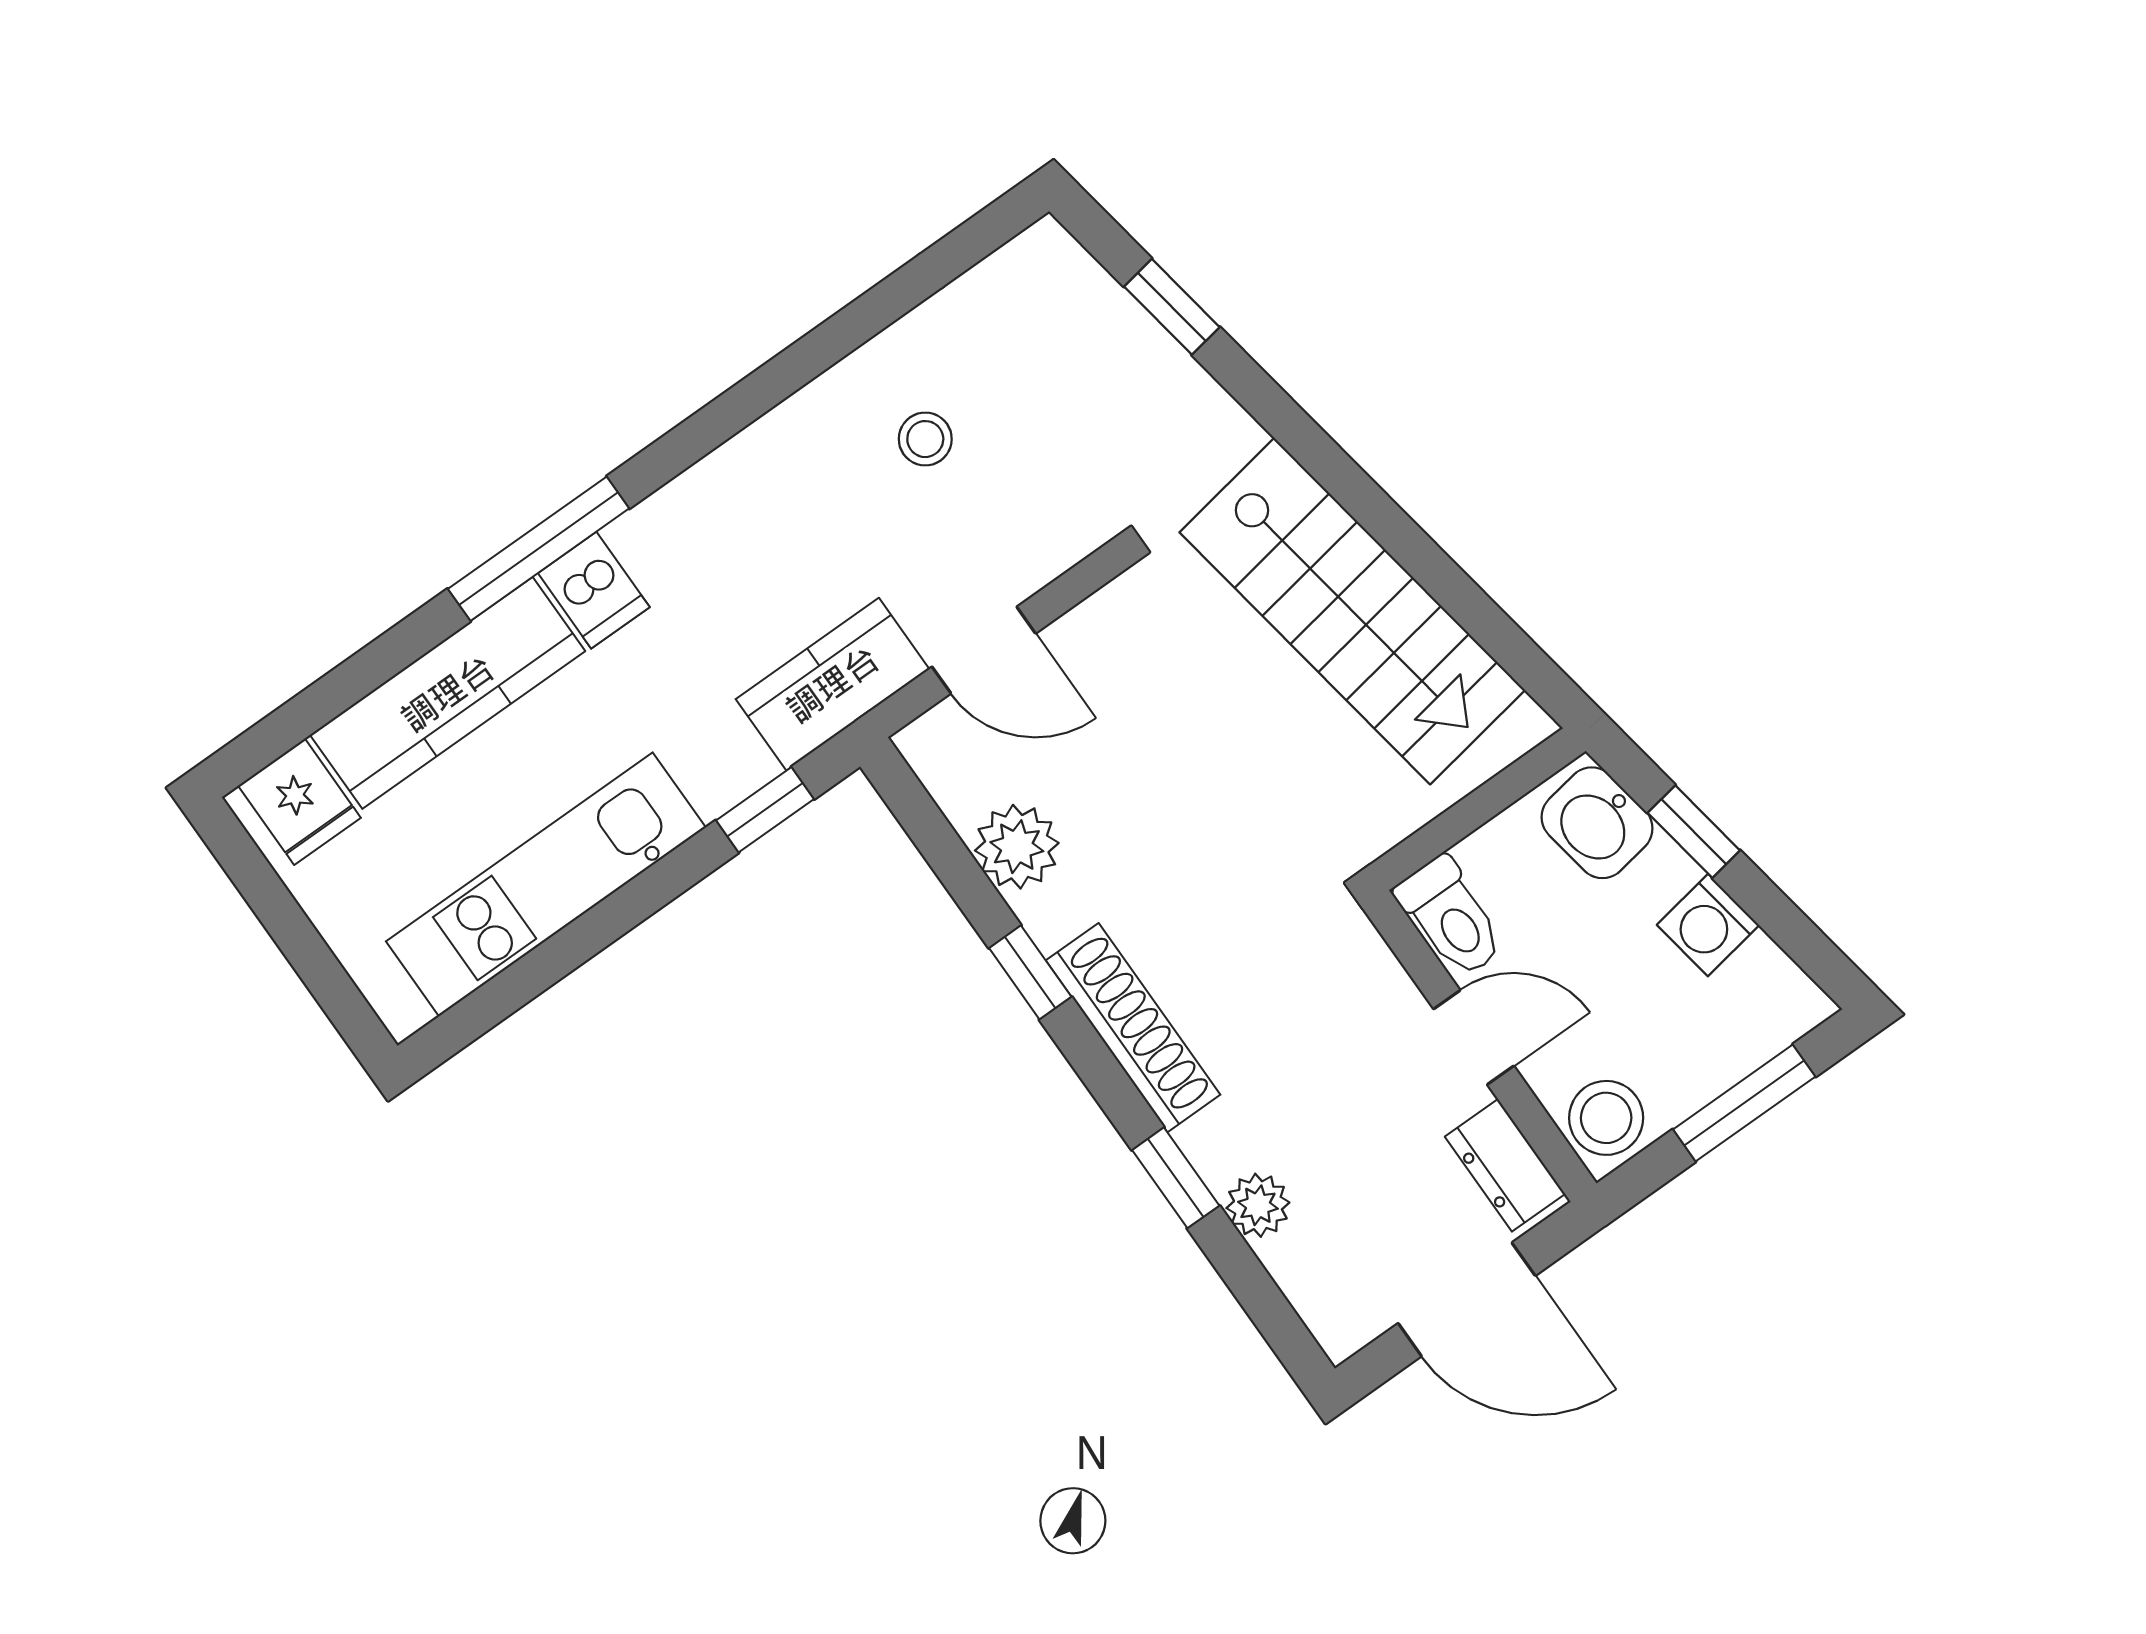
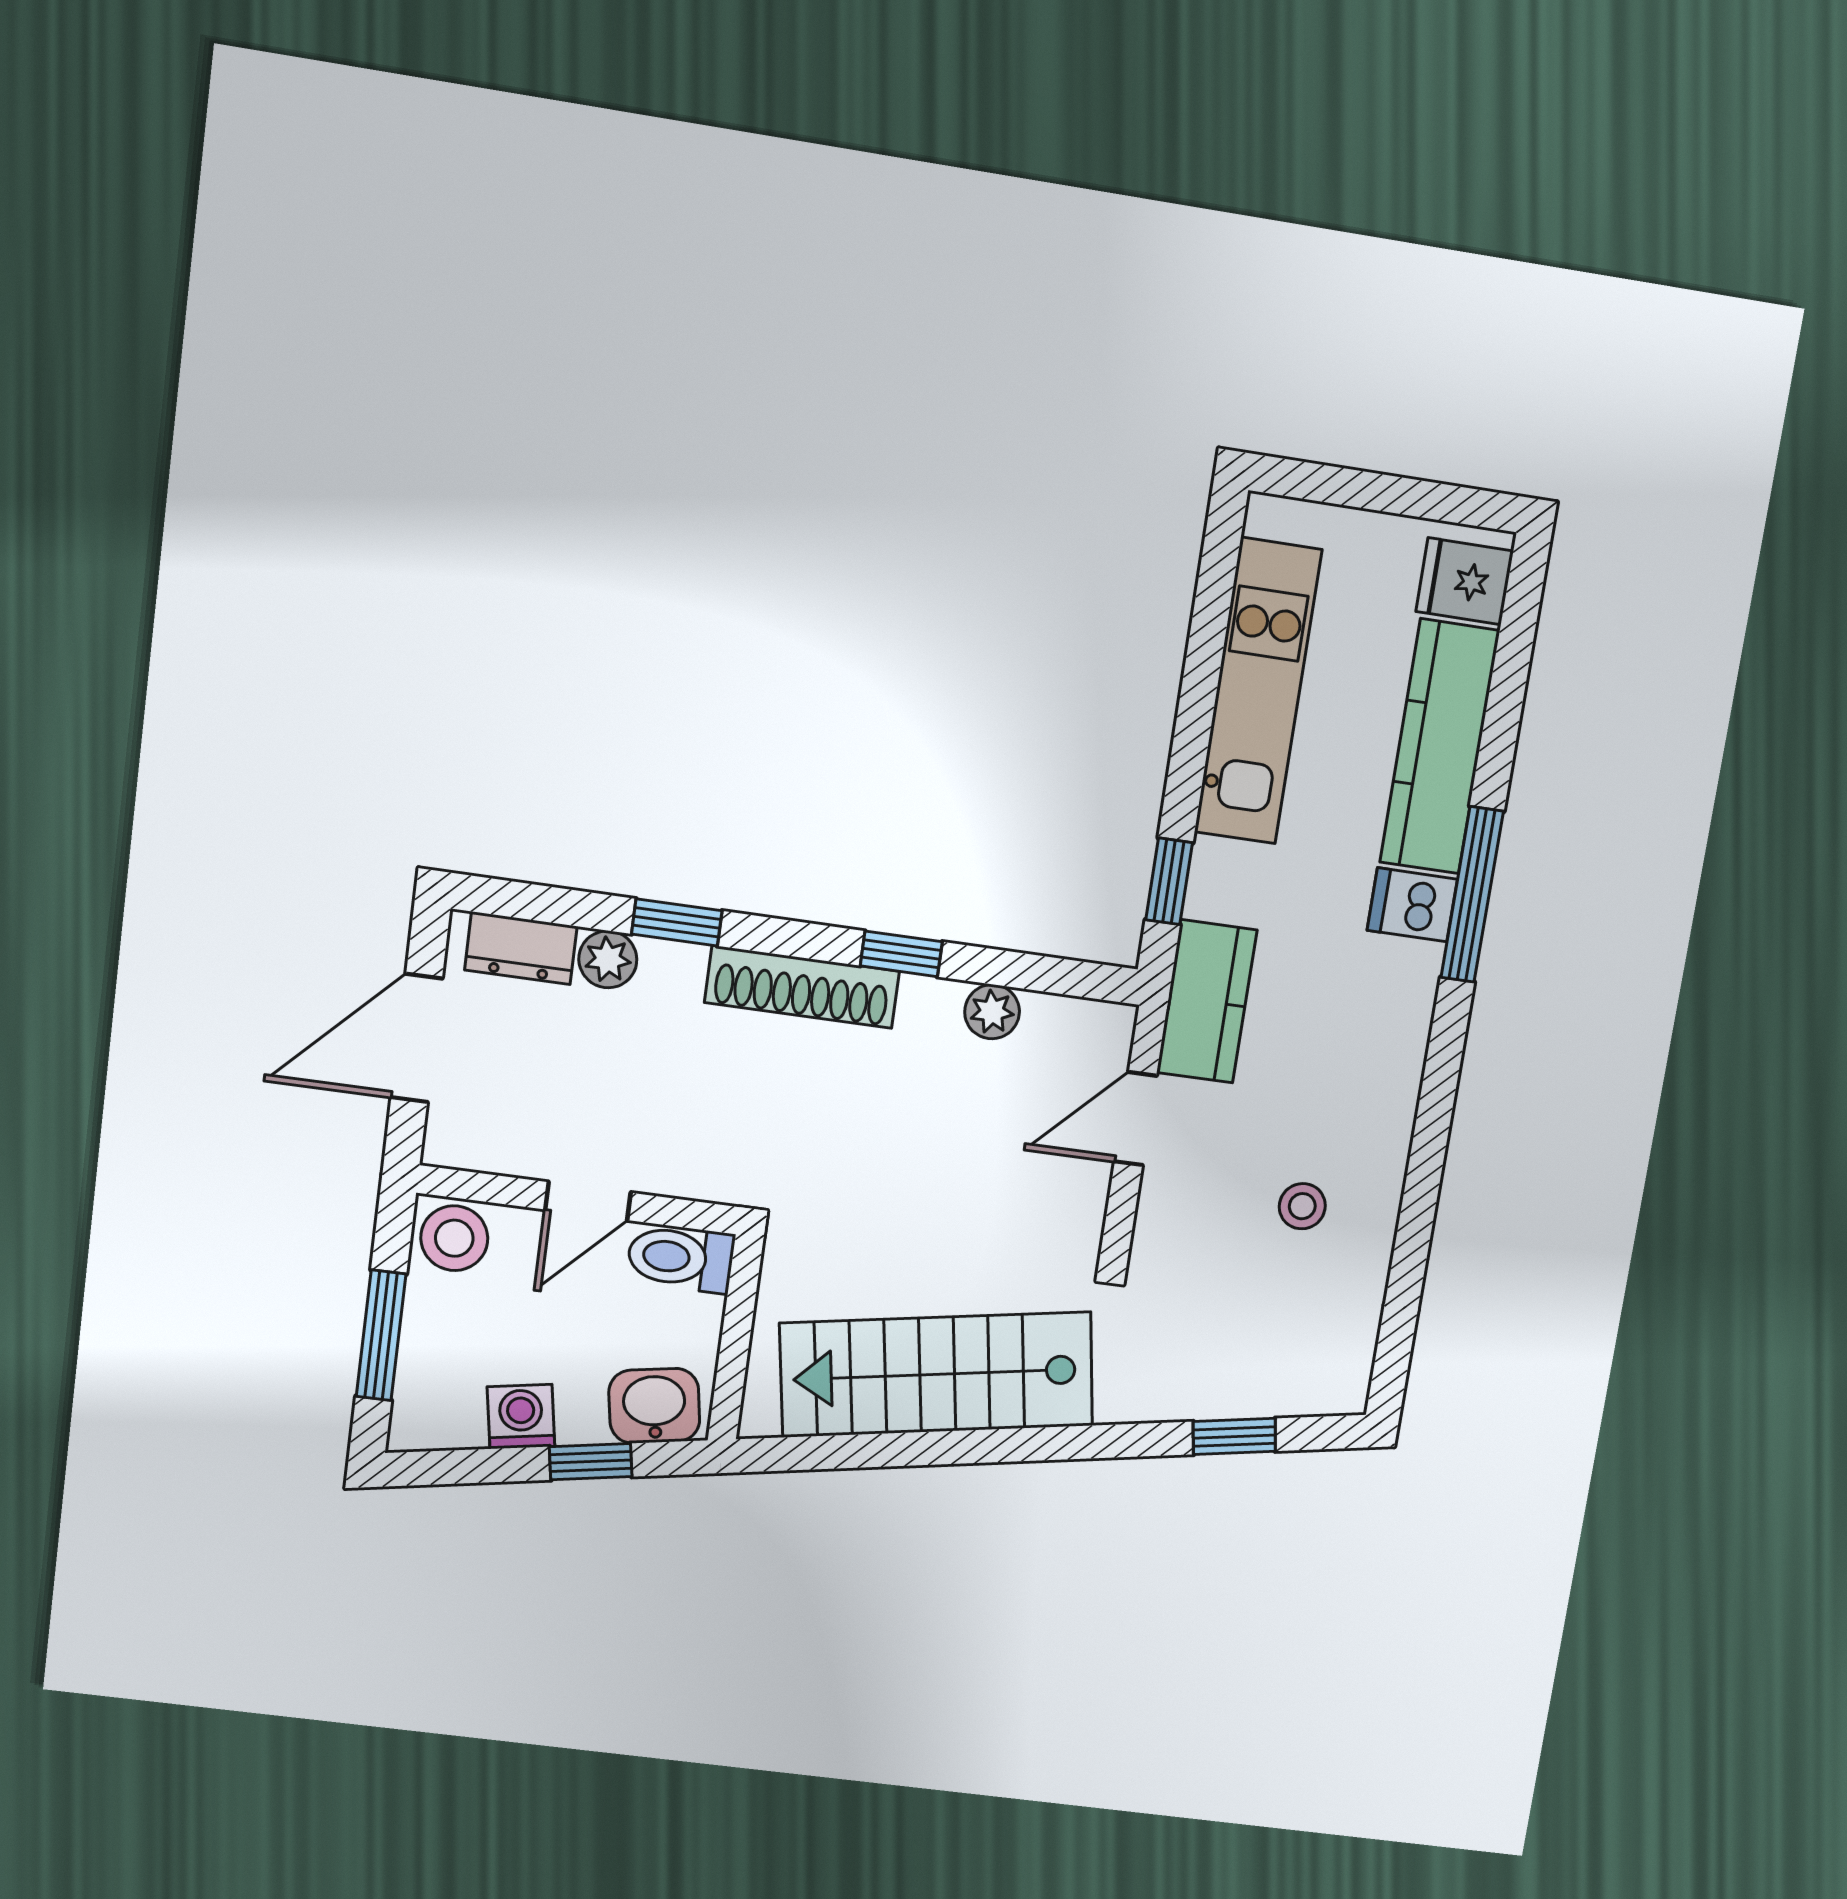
plant: (1017, 847) -> (992, 1012), width x0.73, depth x0.73
dresser: (1505, 1165) -> (521, 948), moved, turned 180

